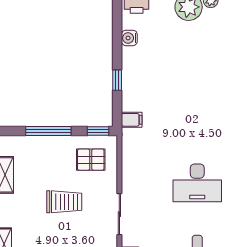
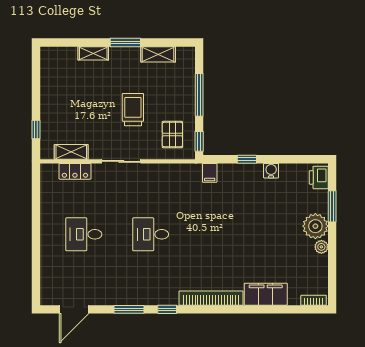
water cooler: (129, 38) -> (271, 171), moved
desk: (197, 183) -> (151, 234), width x0.73
trolley: (64, 202) -> (133, 110), turned 180

